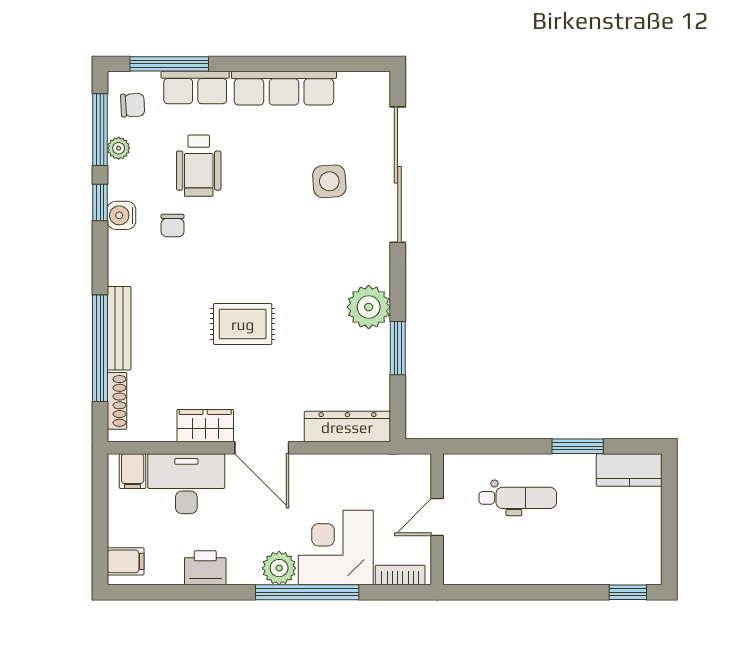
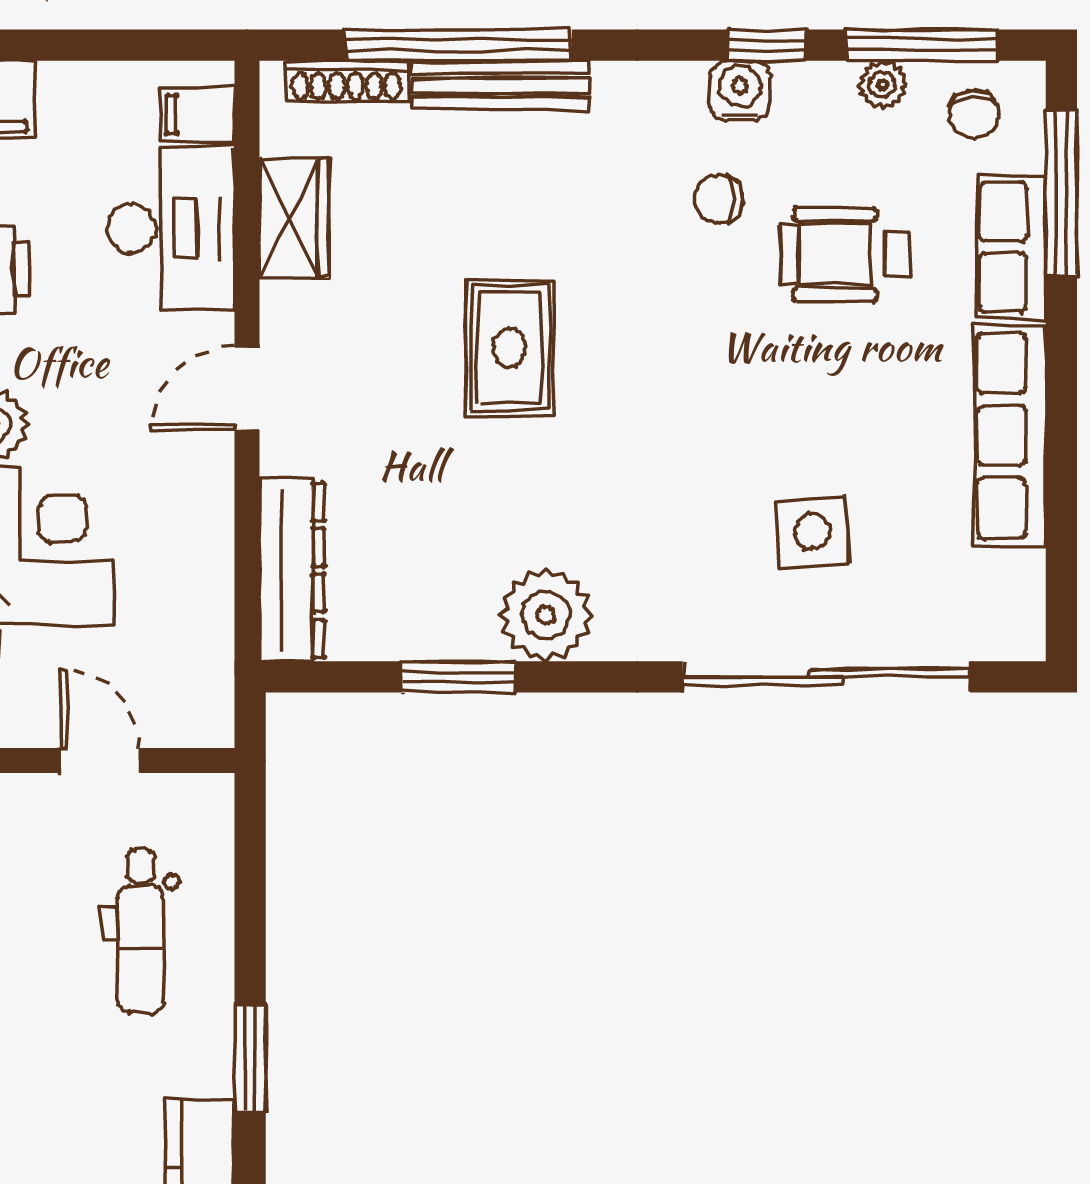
wardrobe: (205, 426) -> (294, 218), moved
door: (262, 448) -> (247, 388), width x0.73

